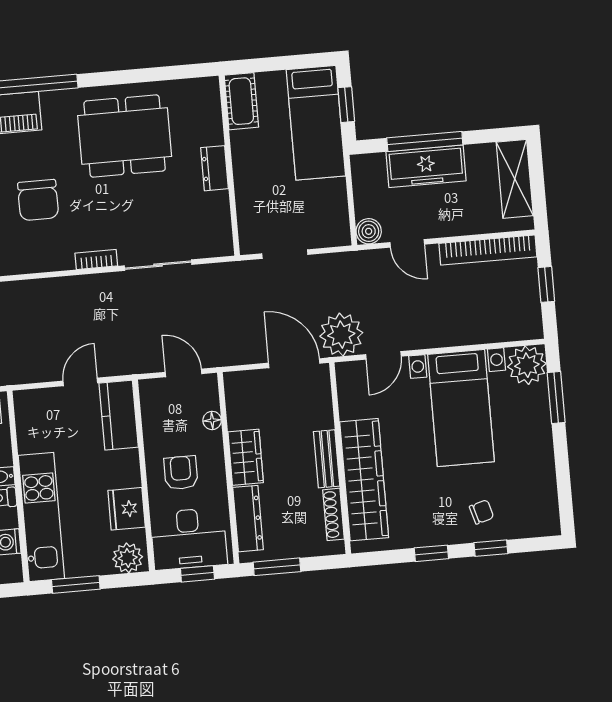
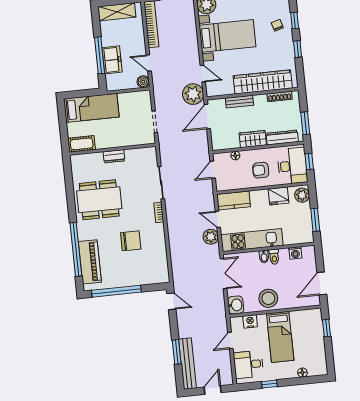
window: (346, 105) -> (82, 93), removed
dining table: (125, 136) -> (99, 200), turned 90
freezer: (426, 166) -> (112, 60), width x0.71
door: (407, 243) -> (149, 63), swing flipped
plant: (44, 367) -> (211, 237), added
bench: (327, 459) -> (239, 102), moved
kitchen unit: (41, 517) -> (252, 240), moved

